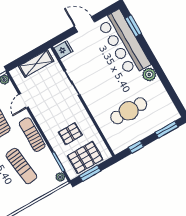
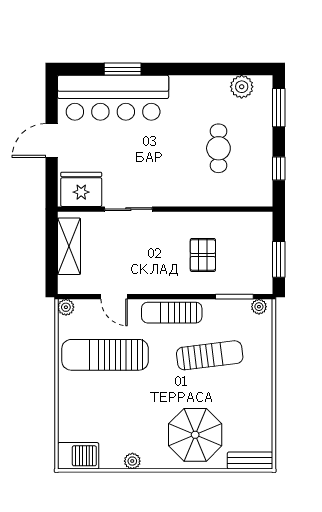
window: (133, 26) -> (123, 69), moved
fridge: (63, 50) -> (81, 189), width x1.88, depth x1.34
plant: (149, 74) -> (242, 87), moved
cafe table: (129, 111) -> (218, 148), width x0.73, depth x0.74
pallet: (85, 158) -> (251, 253), removed

